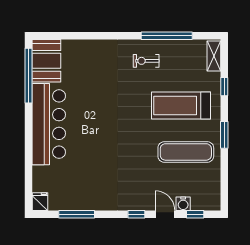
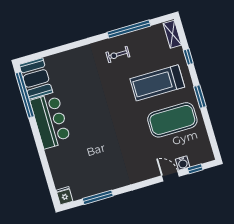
bar counter: (49, 124) -> (50, 121), width x0.73
exercise mat: (186, 152) -> (172, 120), width x1.47
window: (136, 214) -> (147, 183), removed

